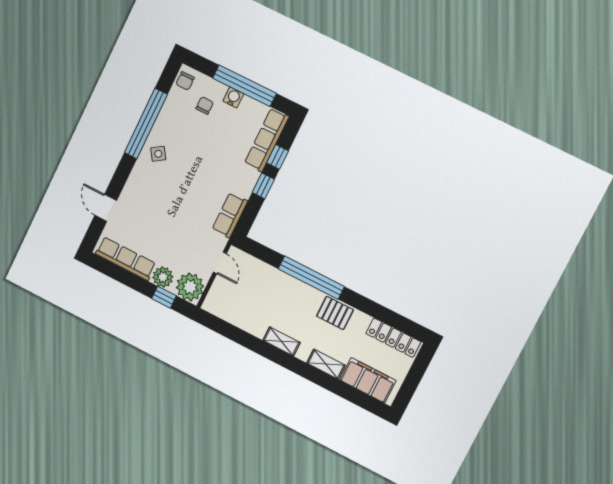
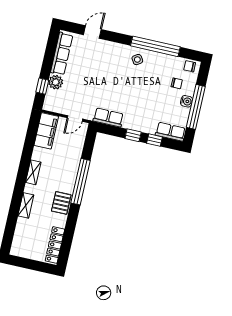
row of seats: (267, 140) -> (170, 132), width x0.68
plant: (190, 287) -> (54, 102), removed
filing cabinet: (368, 380) -> (46, 131), moved

